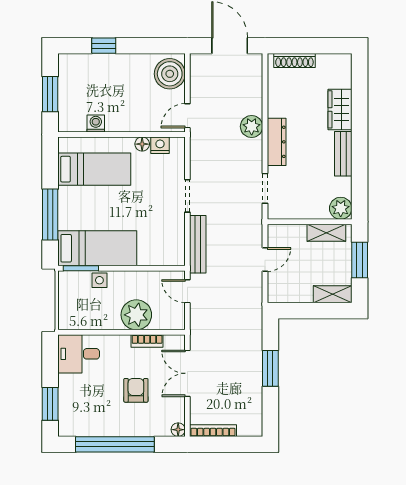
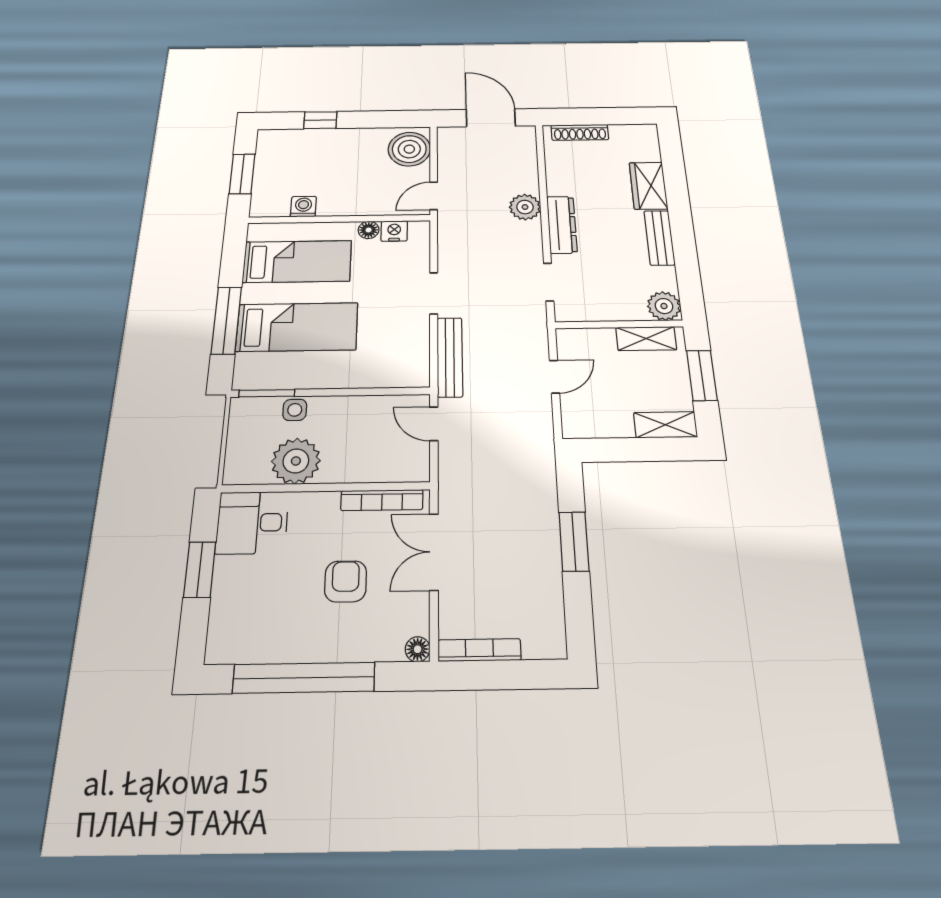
bed: (97, 248) -> (297, 327), moved
plant: (136, 315) -> (296, 461), moved
bookcase: (147, 341) -> (382, 500), width x1.56
window: (50, 404) -> (200, 570), moved

